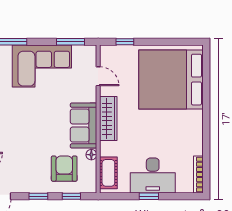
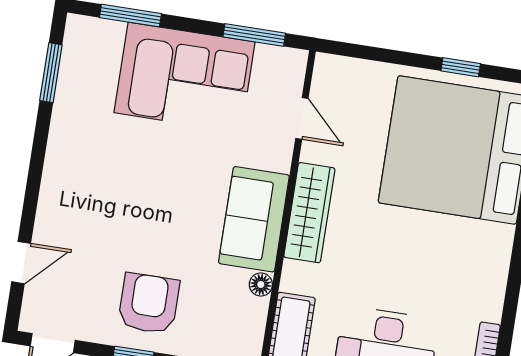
window: (125, 42) -> (461, 67), moved
armchair: (64, 169) -> (149, 303), moved

